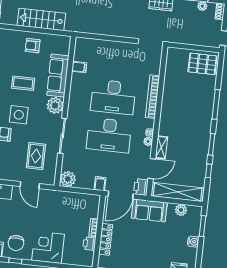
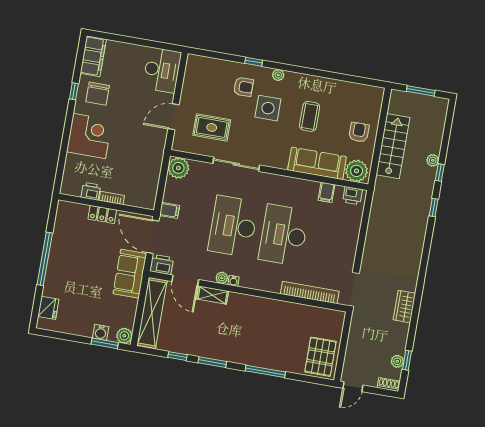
printer: (80, 47) -> (352, 196), added
bookcase: (153, 97) -> (310, 293), moved
plant: (55, 105) -> (357, 171), moved
plant: (181, 210) -> (124, 336), moved
locker: (106, 239) -> (102, 214), width x0.66
water cooler: (193, 242) -> (101, 332), moved
chair: (16, 243) -> (98, 94), turned -90

